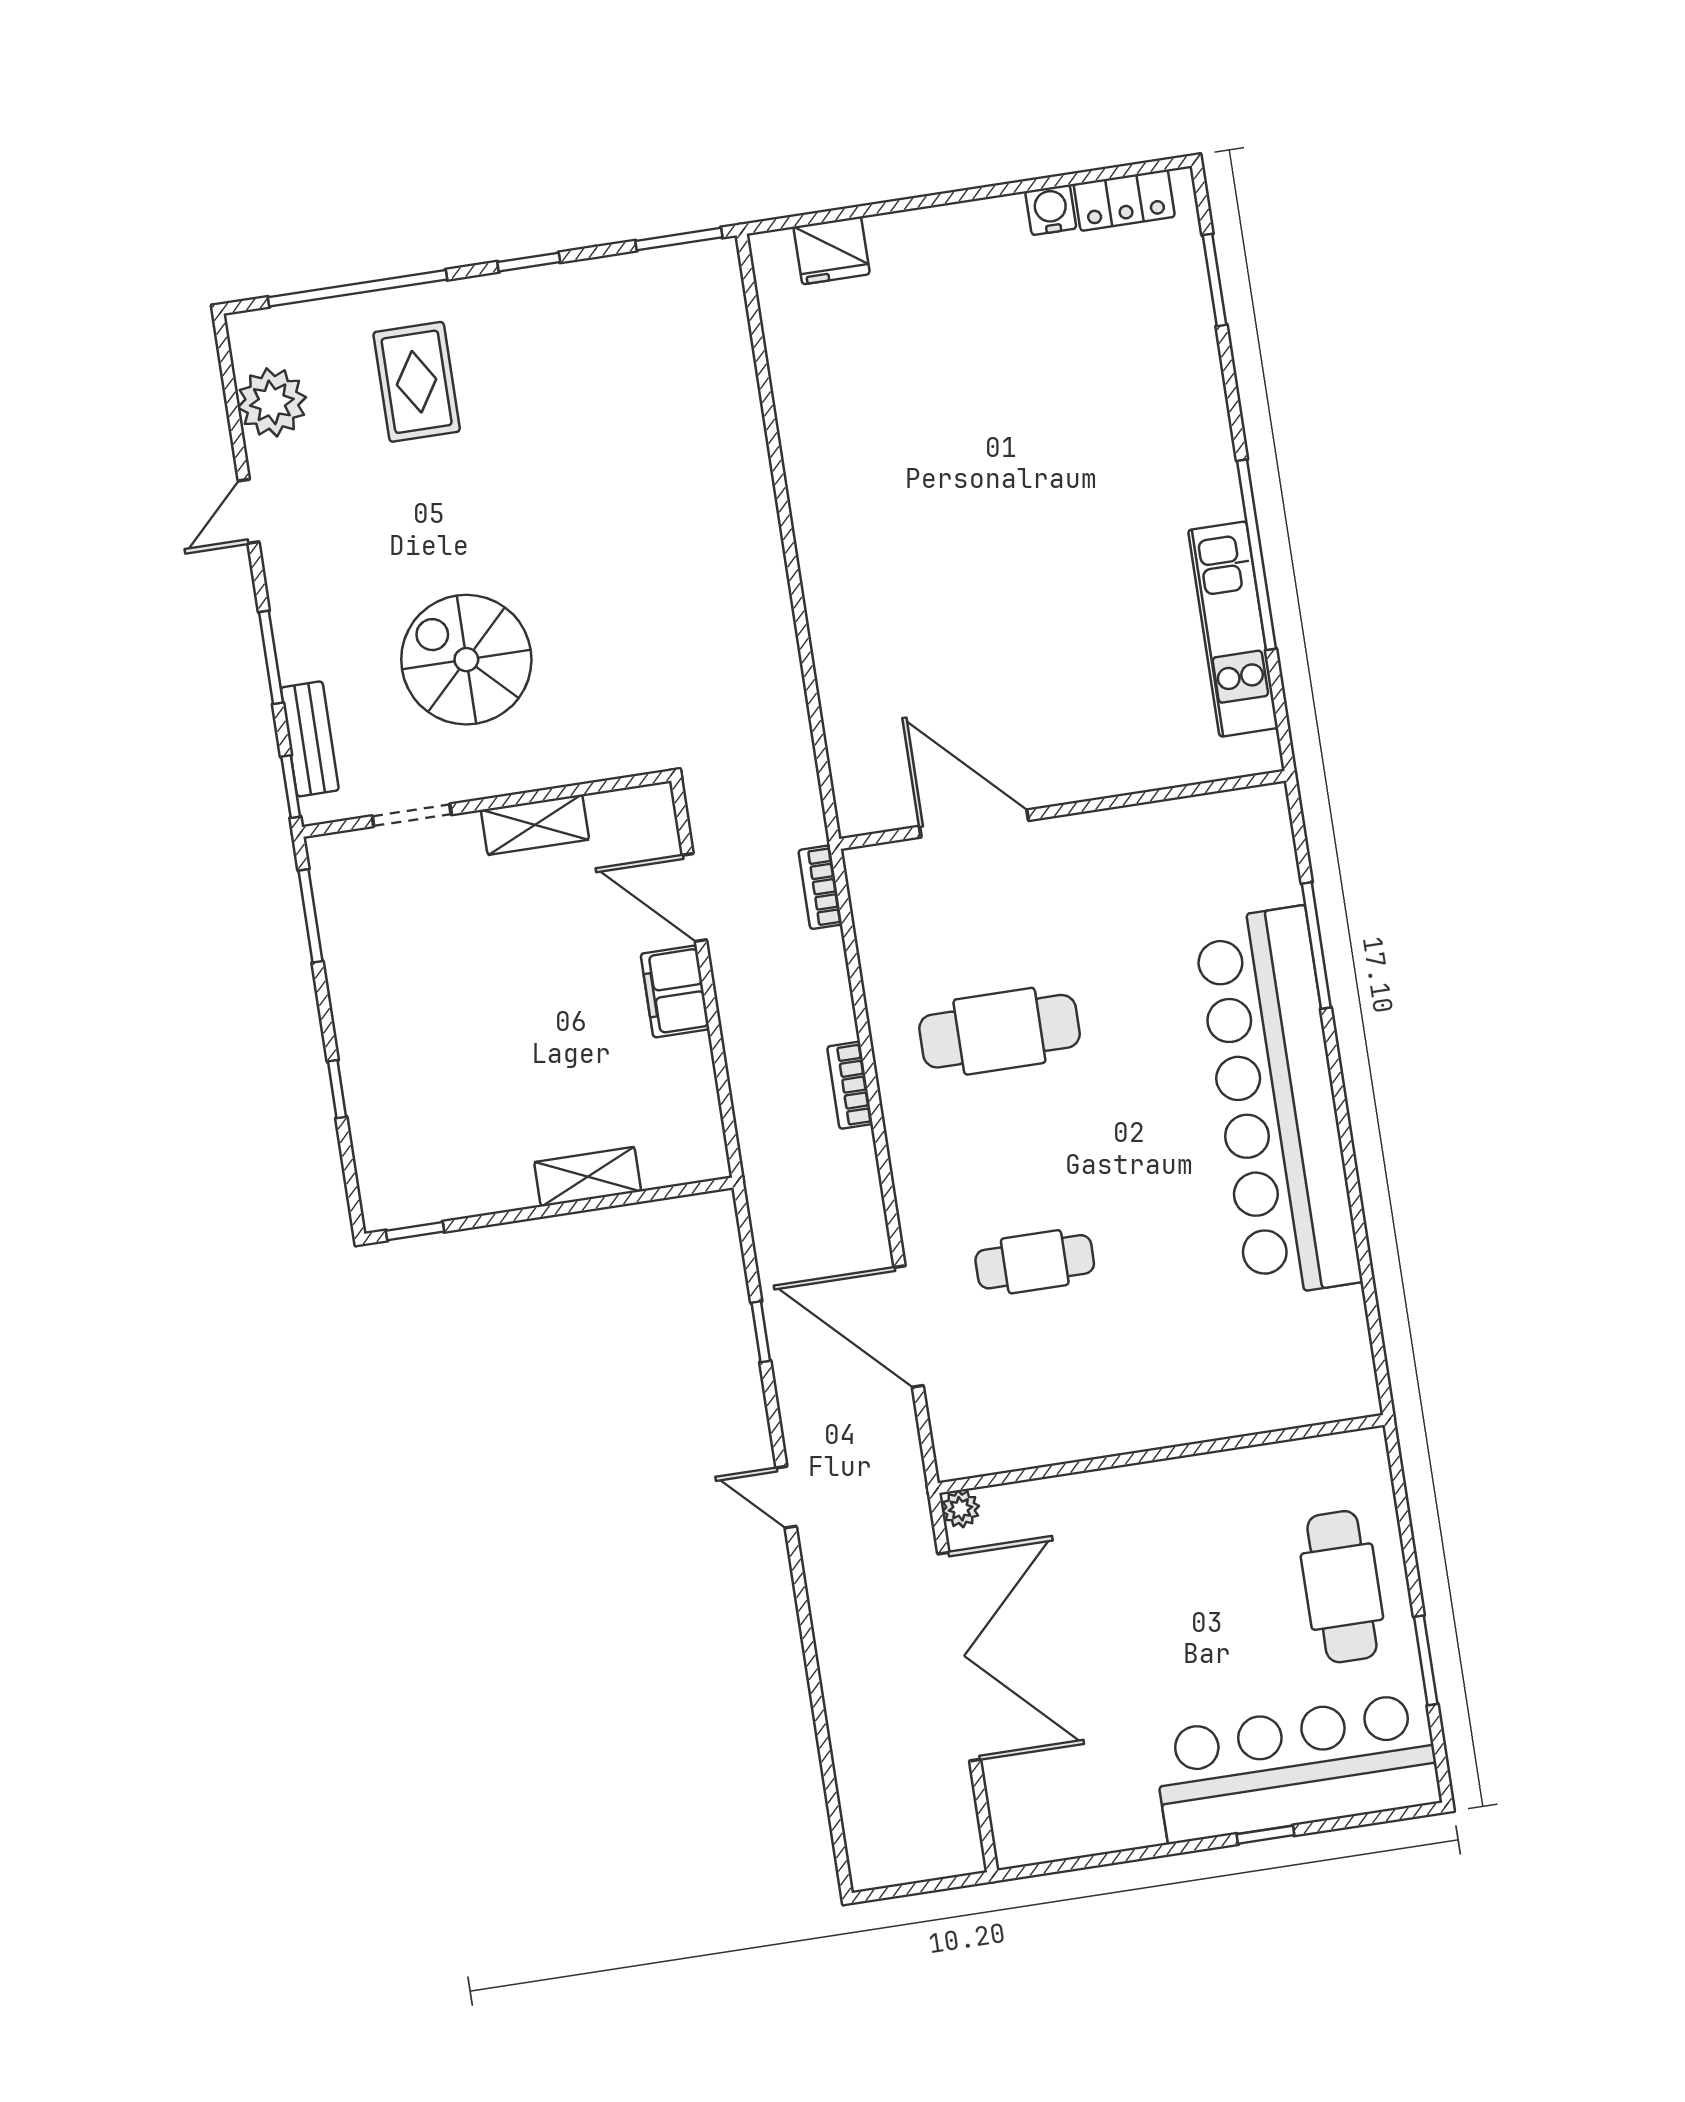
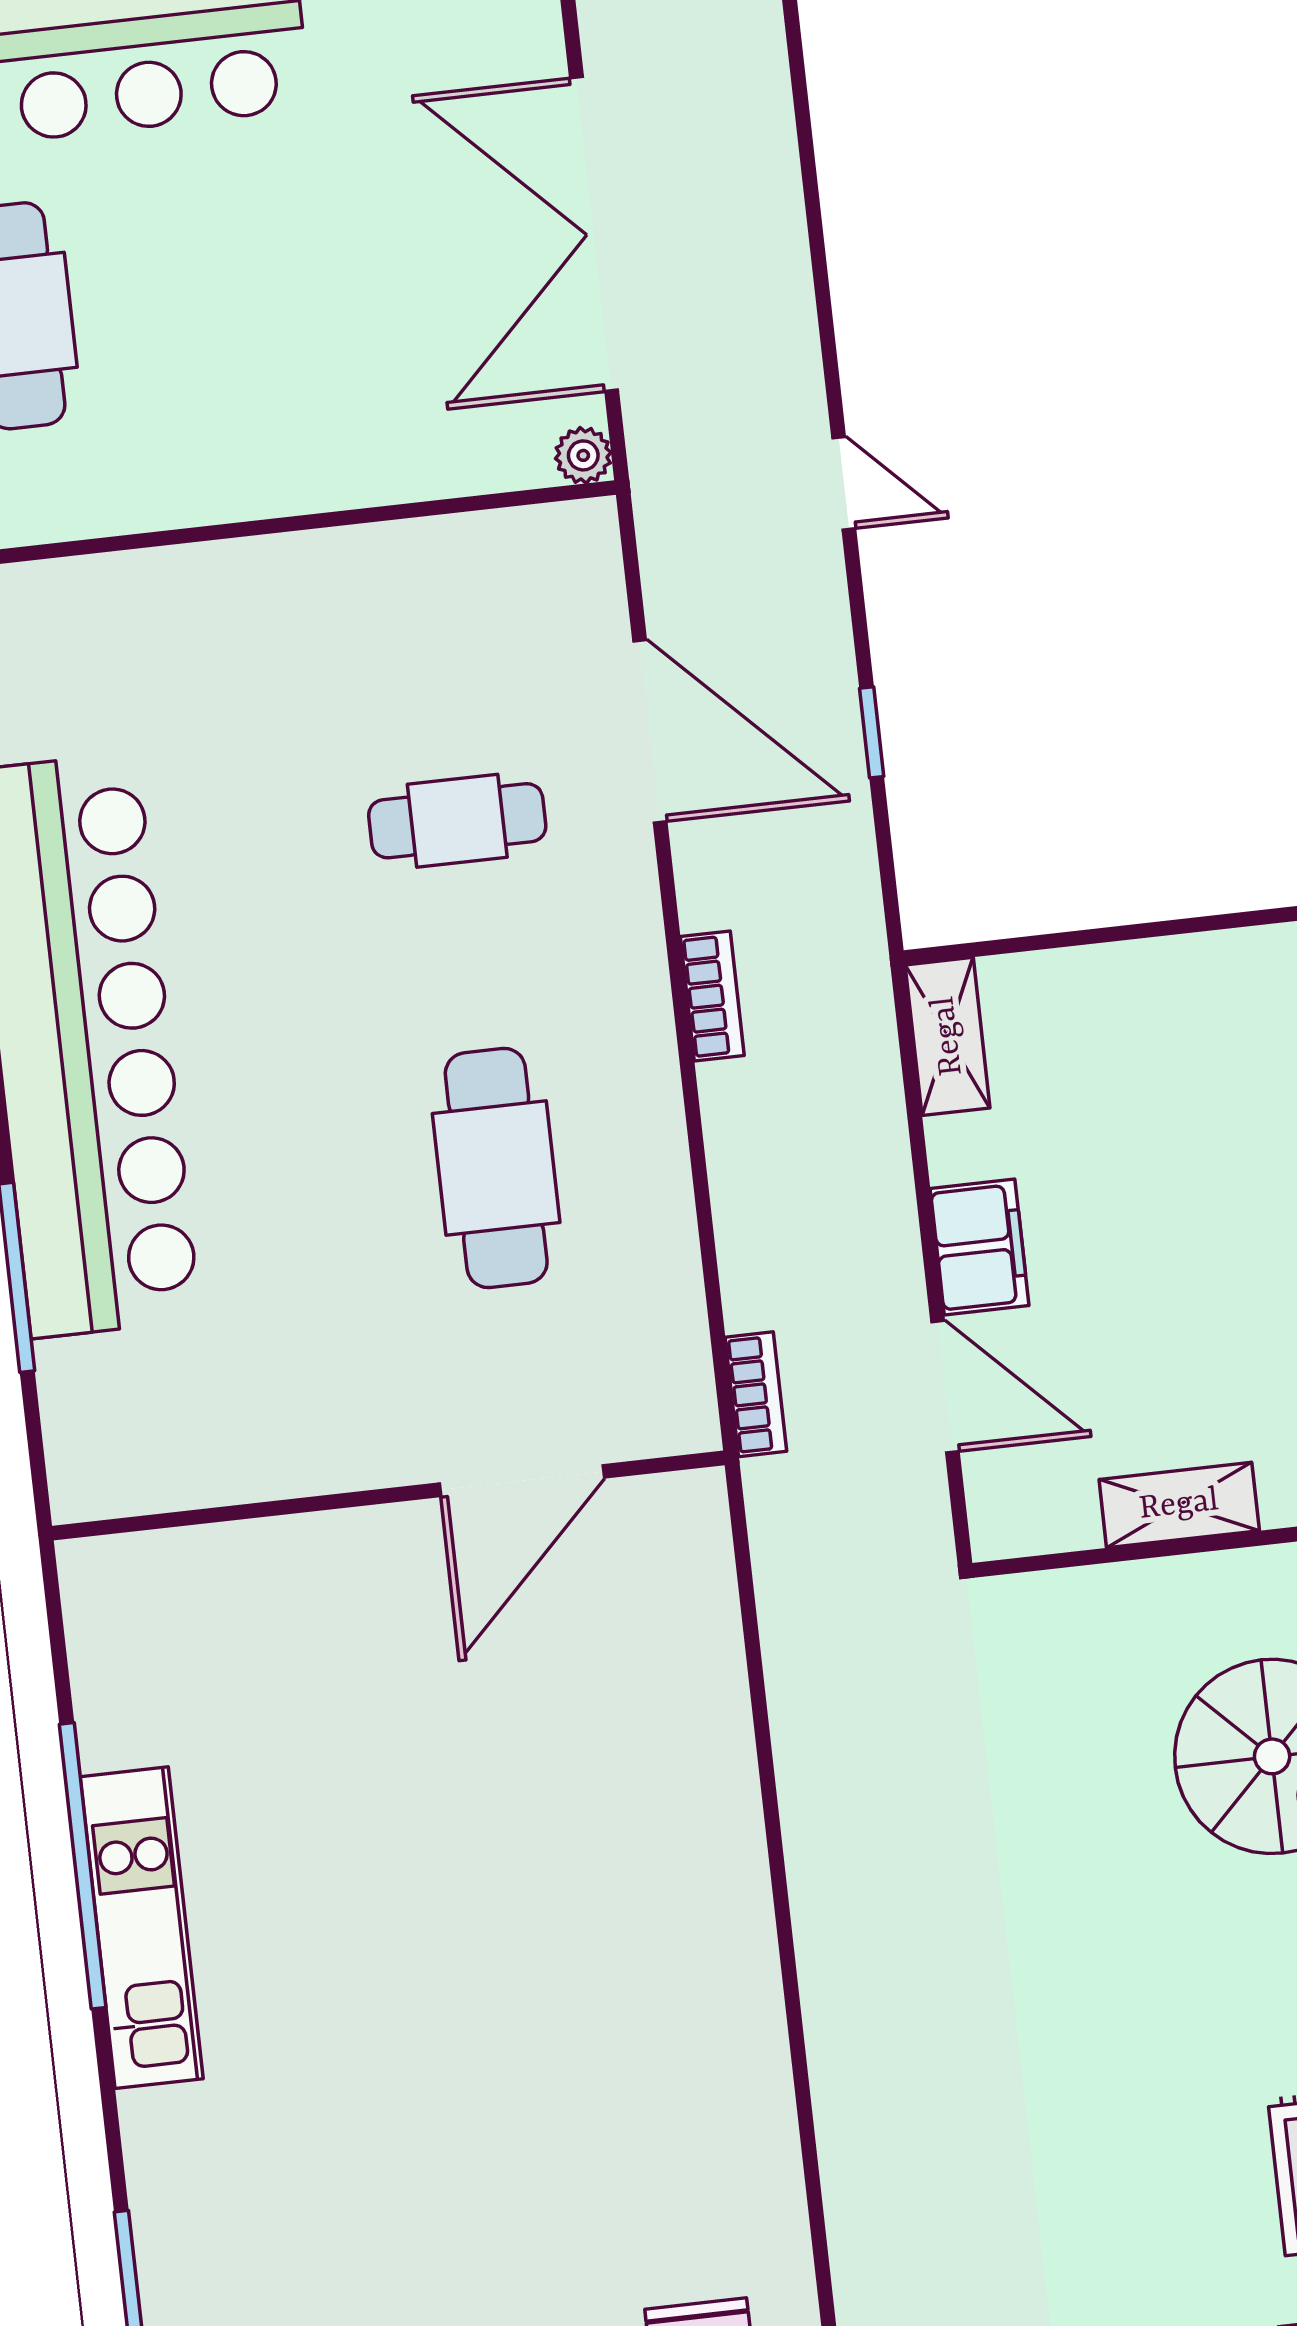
kitchen unit: (1233, 629) -> (142, 1928), moved
door: (974, 823) -> (522, 1481), hinge flipped
cafe table: (999, 1031) -> (496, 1168), turned 90
bookcase: (850, 1085) -> (712, 996), moved
shelving: (588, 1177) -> (948, 1036), moved, turned 90

